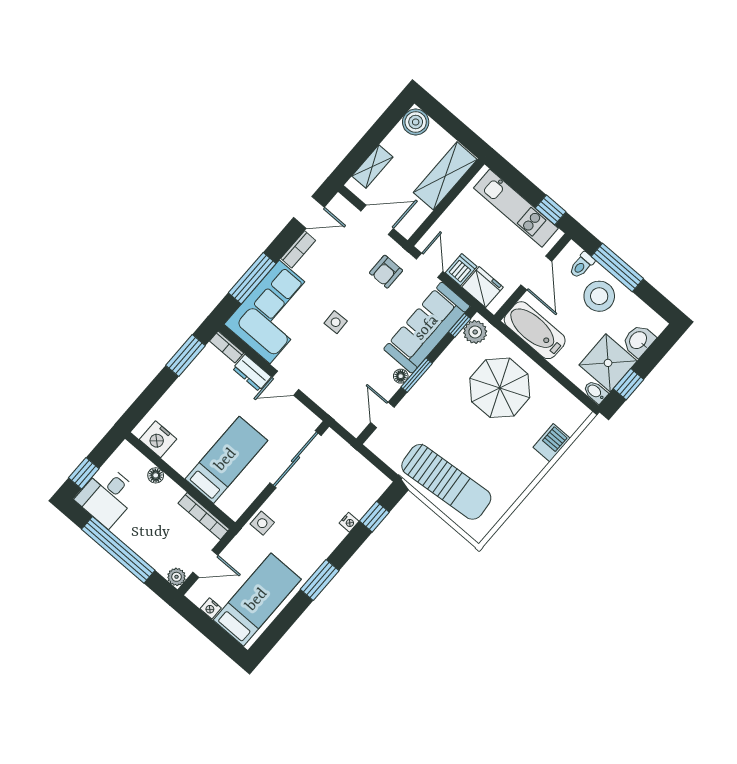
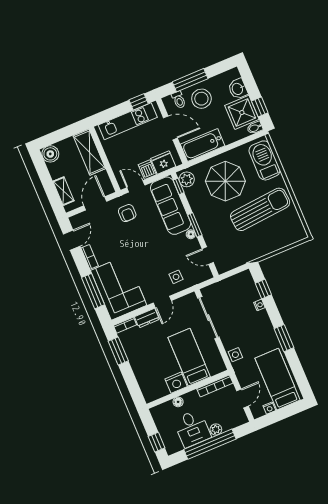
side table: (336, 322) -> (176, 277), moved
nightstand: (158, 439) -> (176, 383), moved
barbecue: (552, 443) -> (264, 160), width x1.88, depth x1.53
sun lounger: (446, 482) -> (260, 209), moved
desk: (107, 496) -> (192, 428), moved
plant: (177, 577) -> (216, 429), moved

